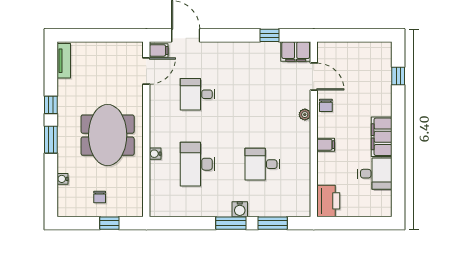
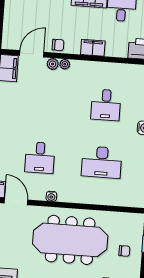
plant: (304, 101) -> (53, 64), added
meeting table: (108, 135) -> (70, 240), width x1.36
filing cabinet: (326, 145) -> (93, 48), width x2.00
water cooler: (155, 154) -> (51, 196), moved

